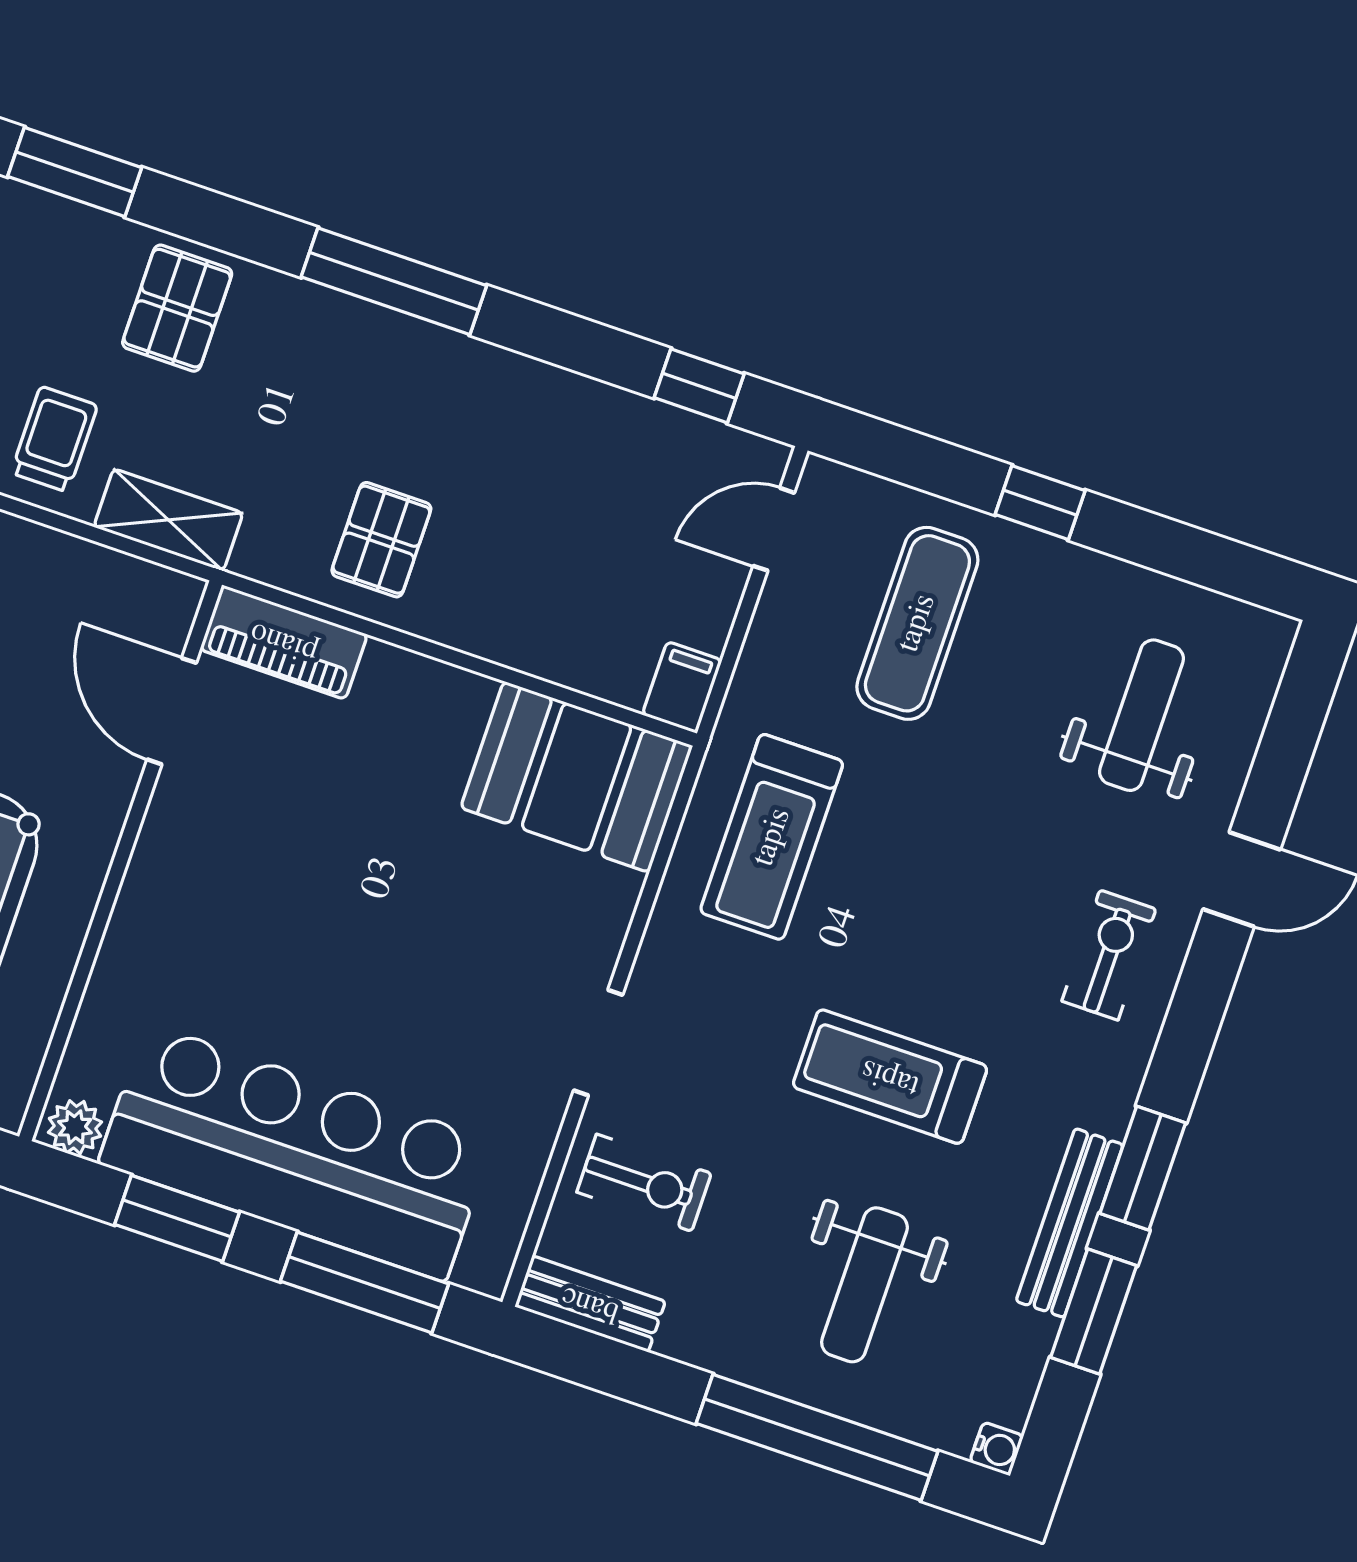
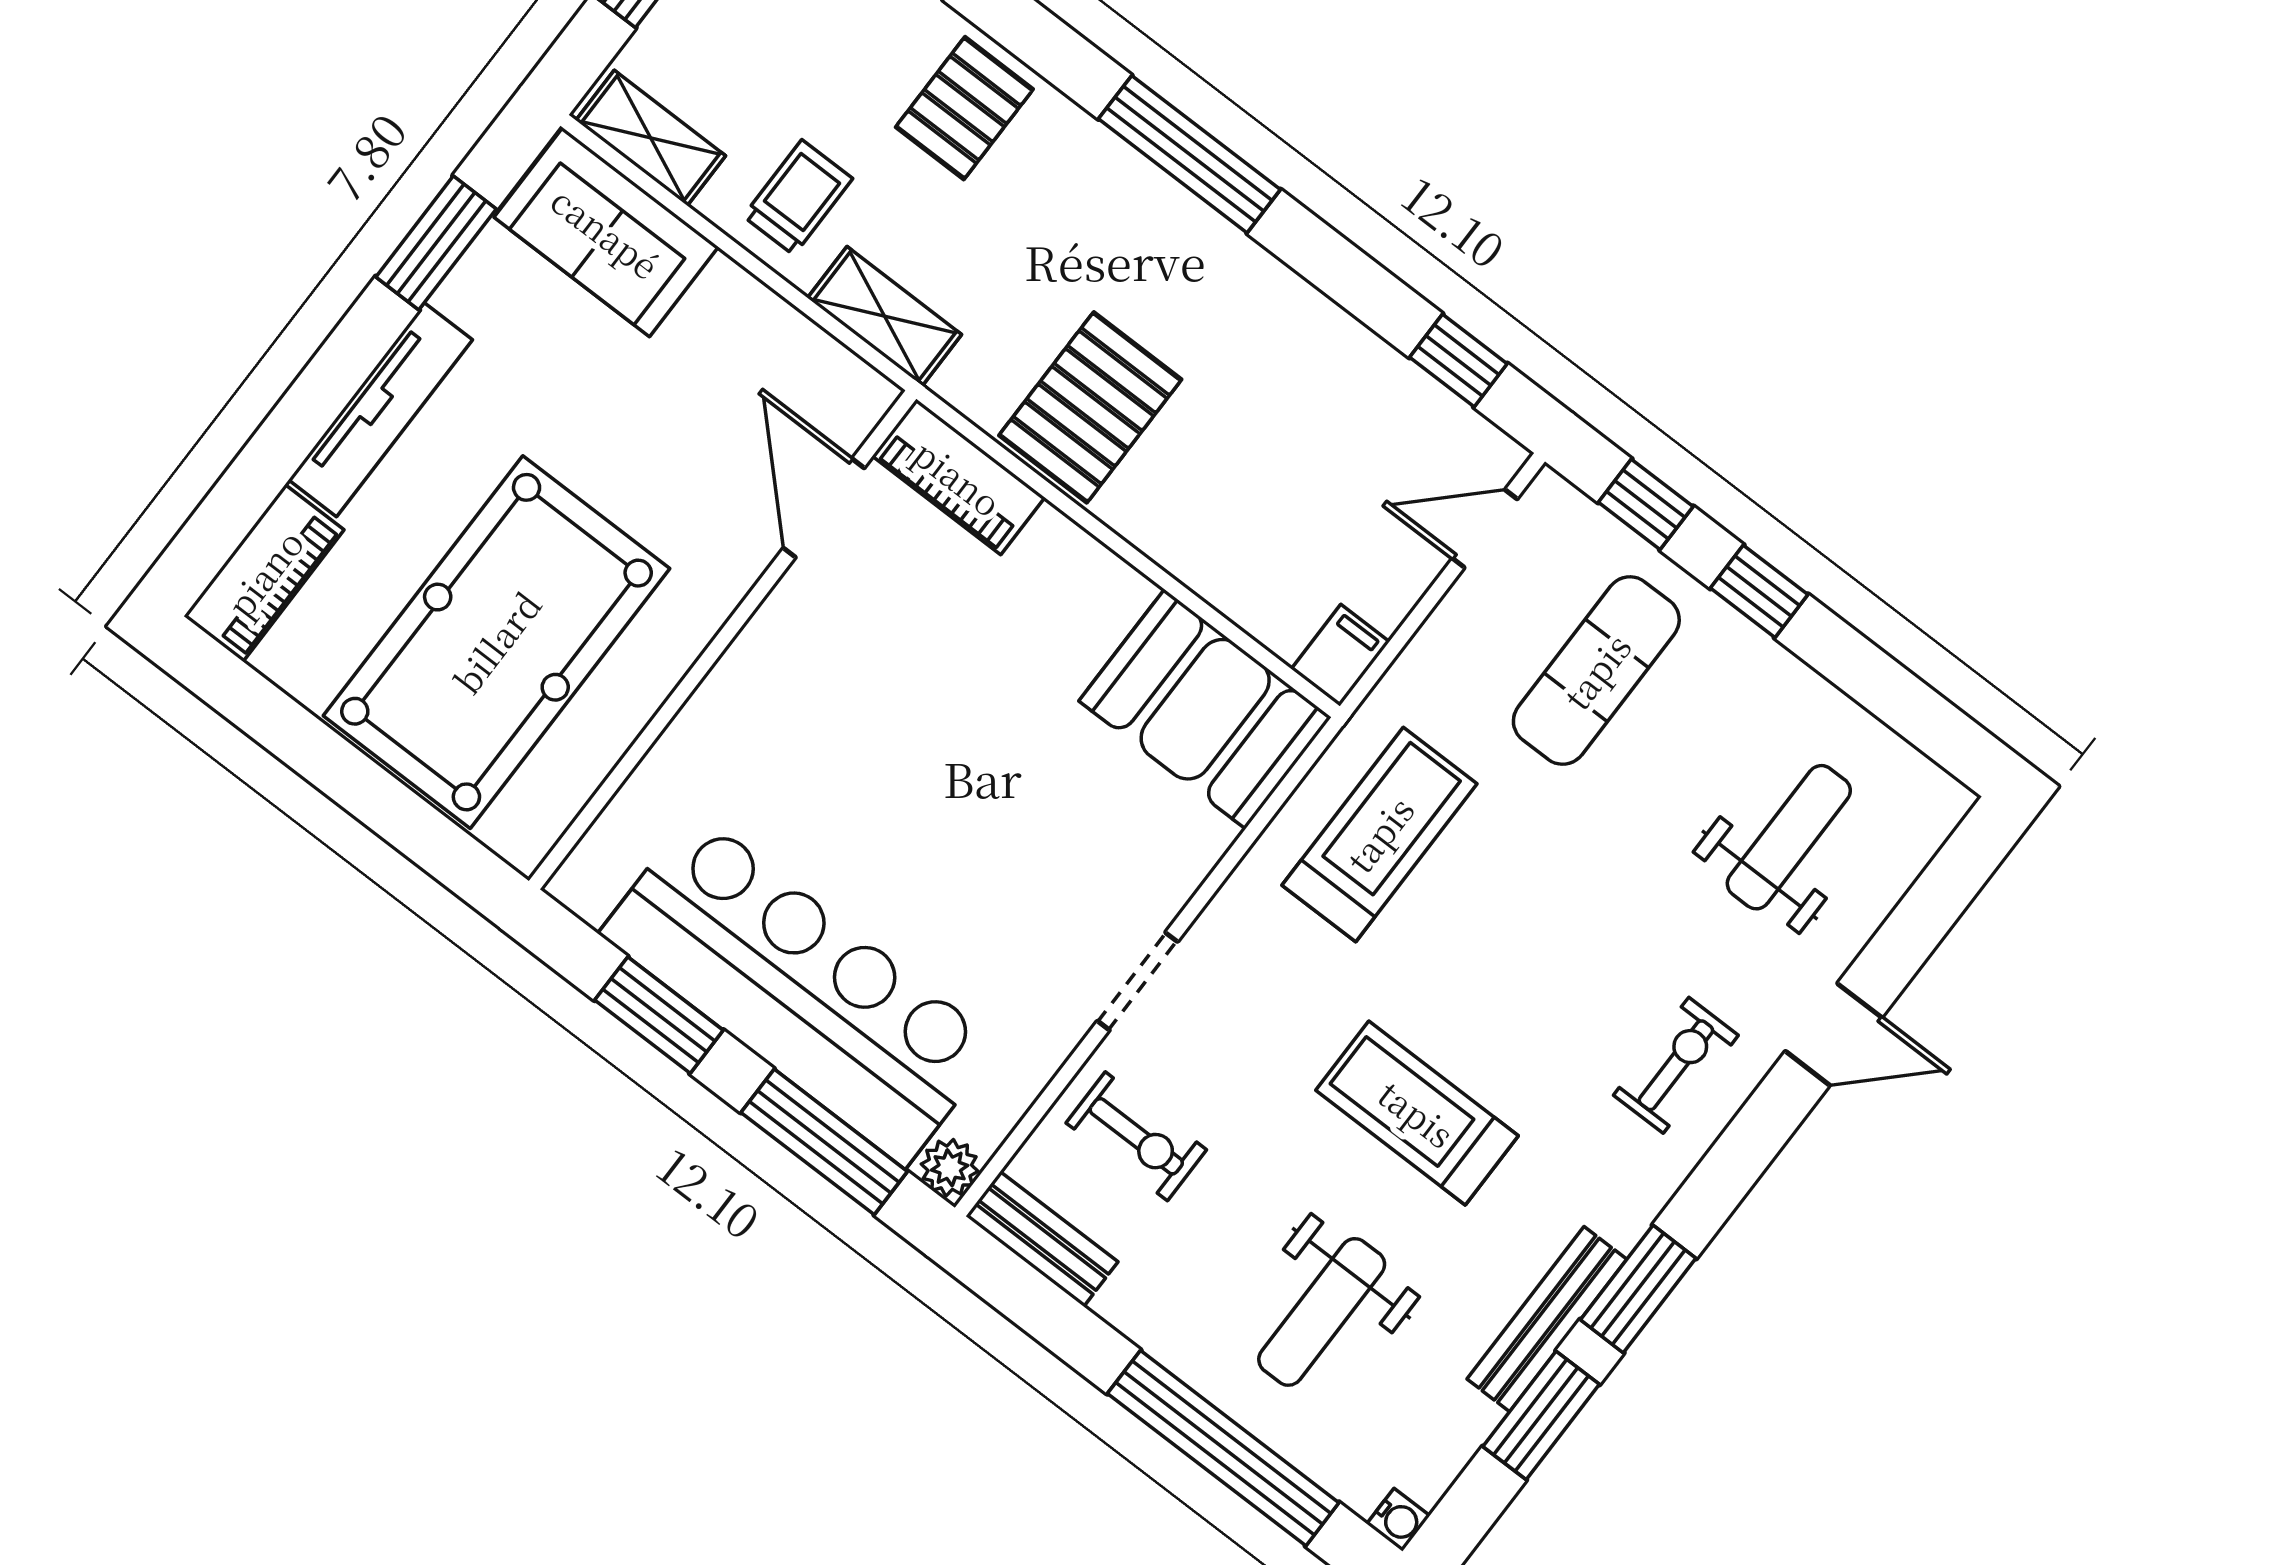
window: (912, 459) -> (1646, 504), added
pallet: (381, 540) -> (1090, 407), width x1.50, depth x1.42
treadmill: (772, 837) -> (1379, 834), turned 180
plant: (75, 1127) -> (950, 1168), moved

